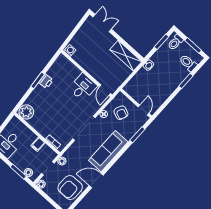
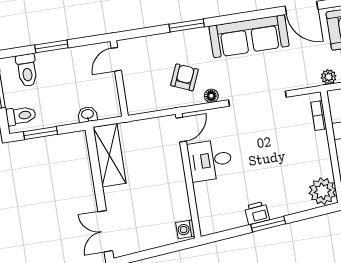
wall: (136, 103) -> (119, 78), moved
door: (144, 110) -> (116, 59), moved

